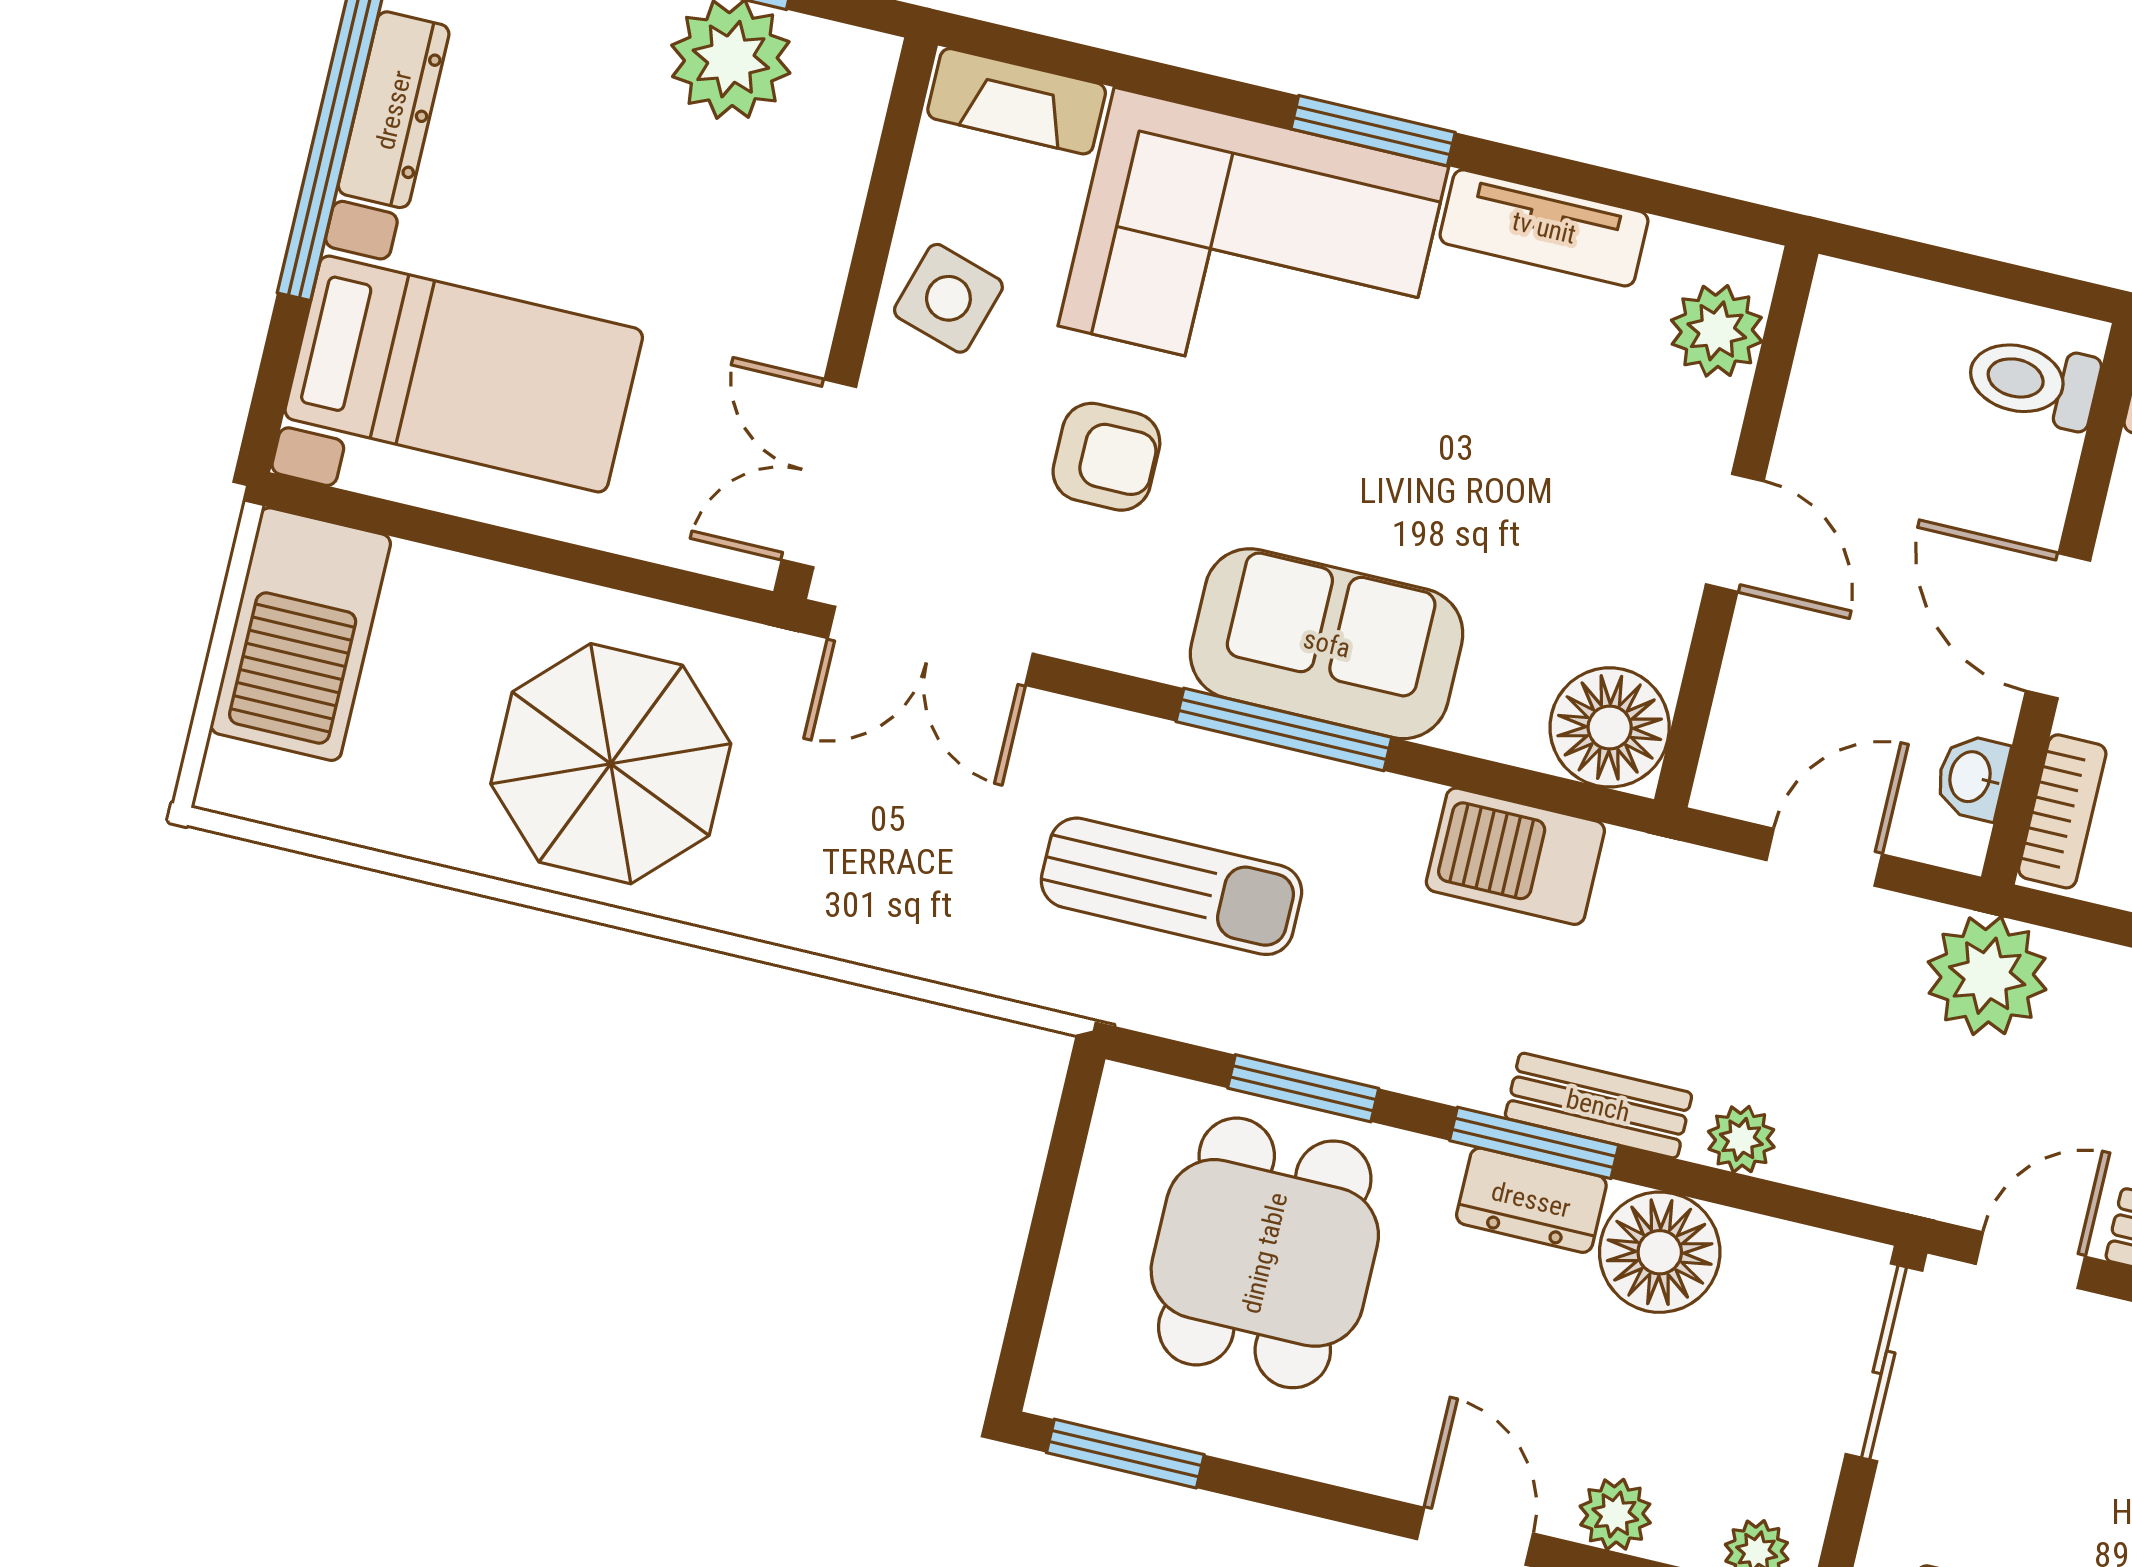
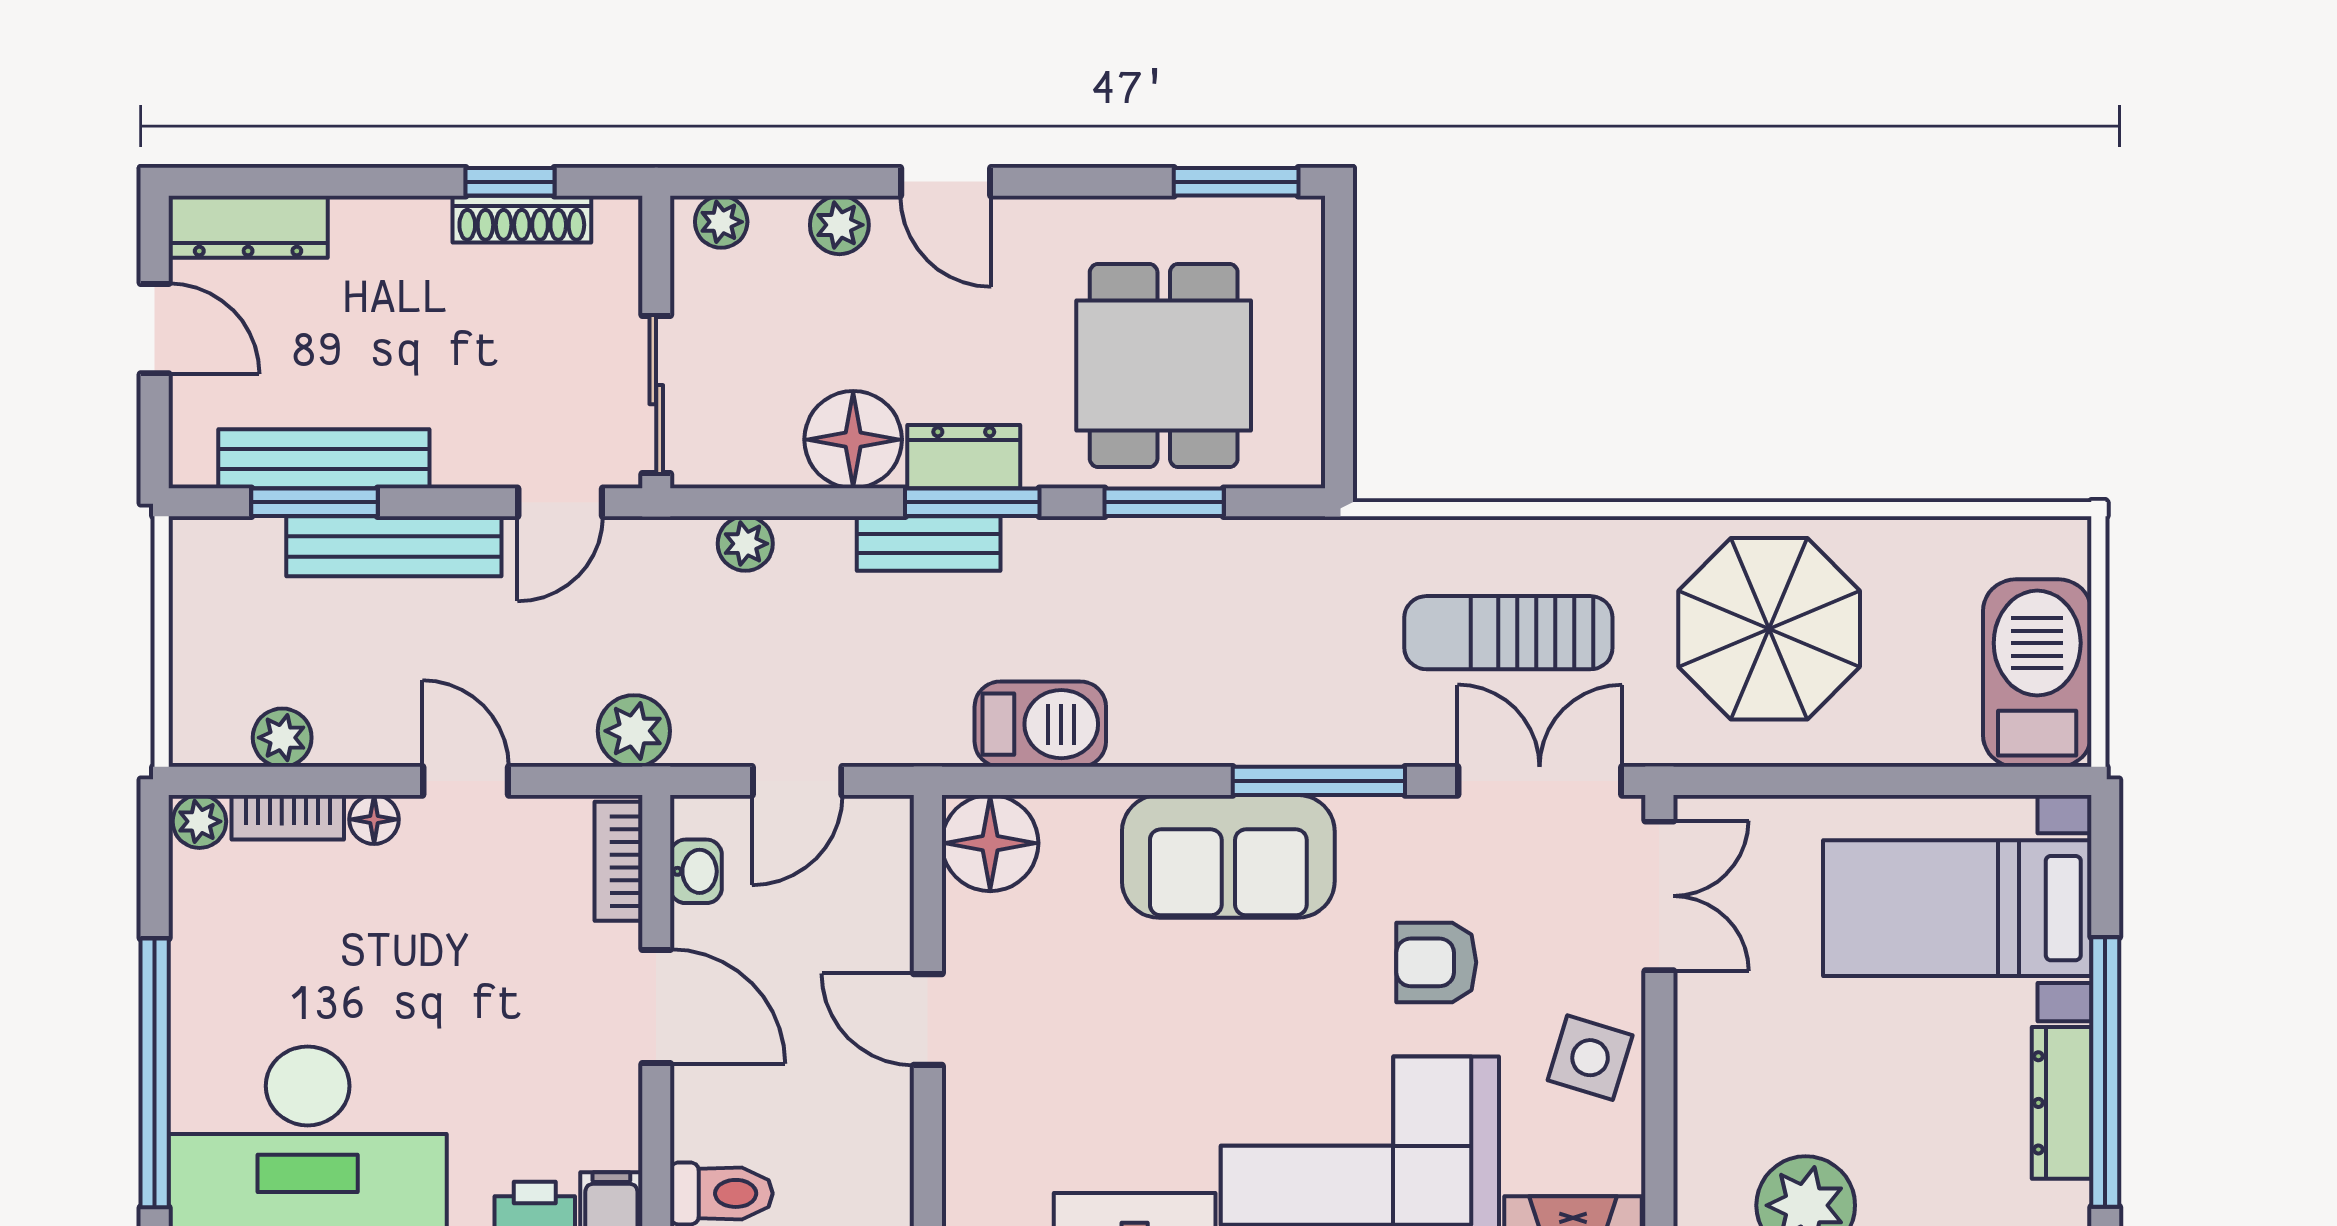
plant: (1717, 331) -> (980, 1175), removed
window: (1284, 729) -> (1319, 781), moved
sun lounger: (1171, 886) -> (1508, 633), moved
plant: (1987, 976) -> (634, 731), width x0.73, depth x0.73
plant: (1741, 1139) -> (745, 544), moved

